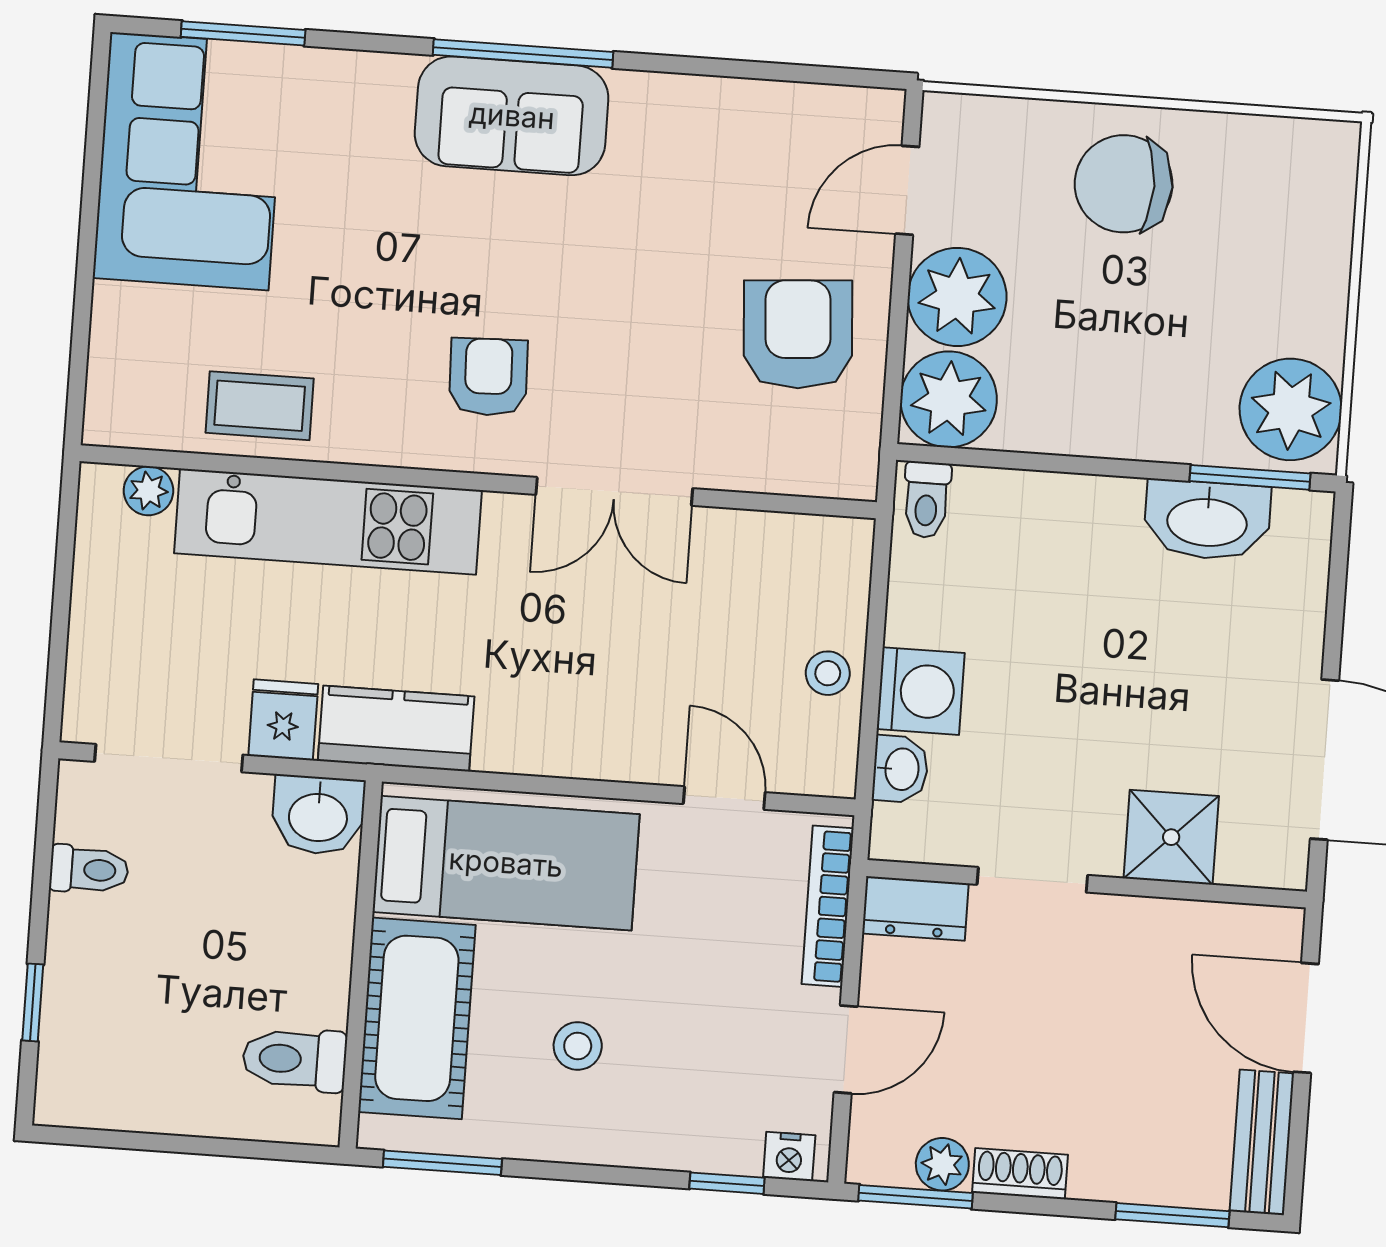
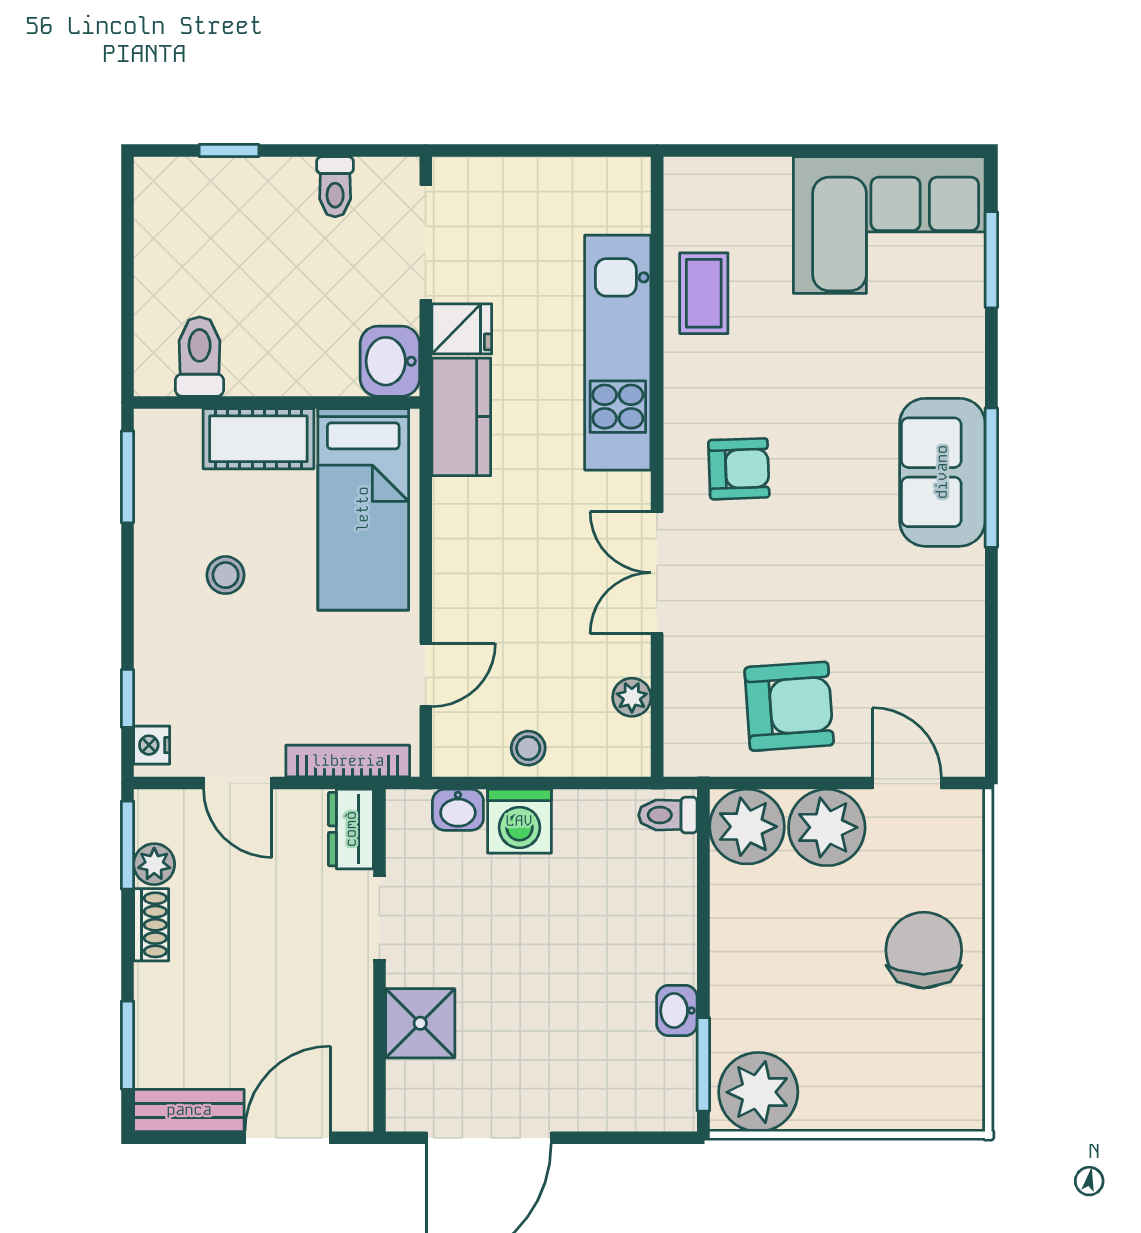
plant: (148, 491) -> (632, 697), moved
washbasin: (1207, 520) -> (677, 1010), width x0.52, depth x0.69
cot: (417, 1018) -> (258, 439), width x0.73, depth x0.75

